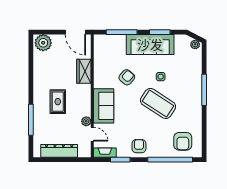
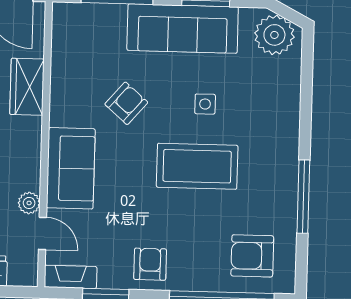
plant: (195, 44) -> (274, 35), width x1.87, depth x1.87
window: (204, 90) -> (303, 197), moved
coffee table: (158, 103) -> (197, 166), turned -33
armchair: (183, 141) -> (252, 256), turned 90

